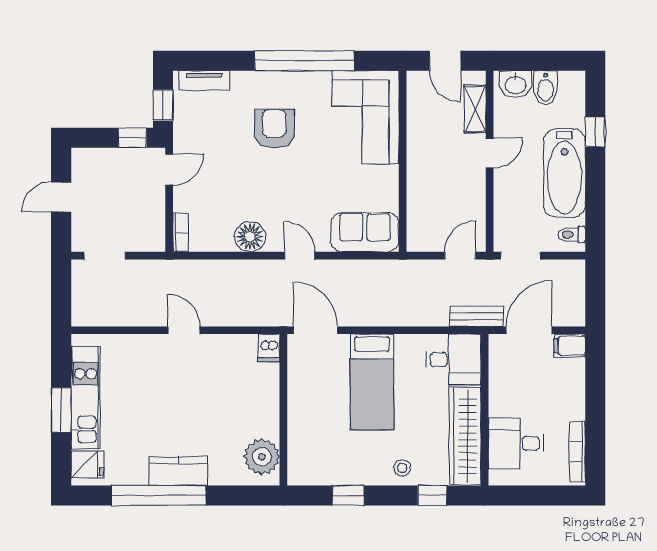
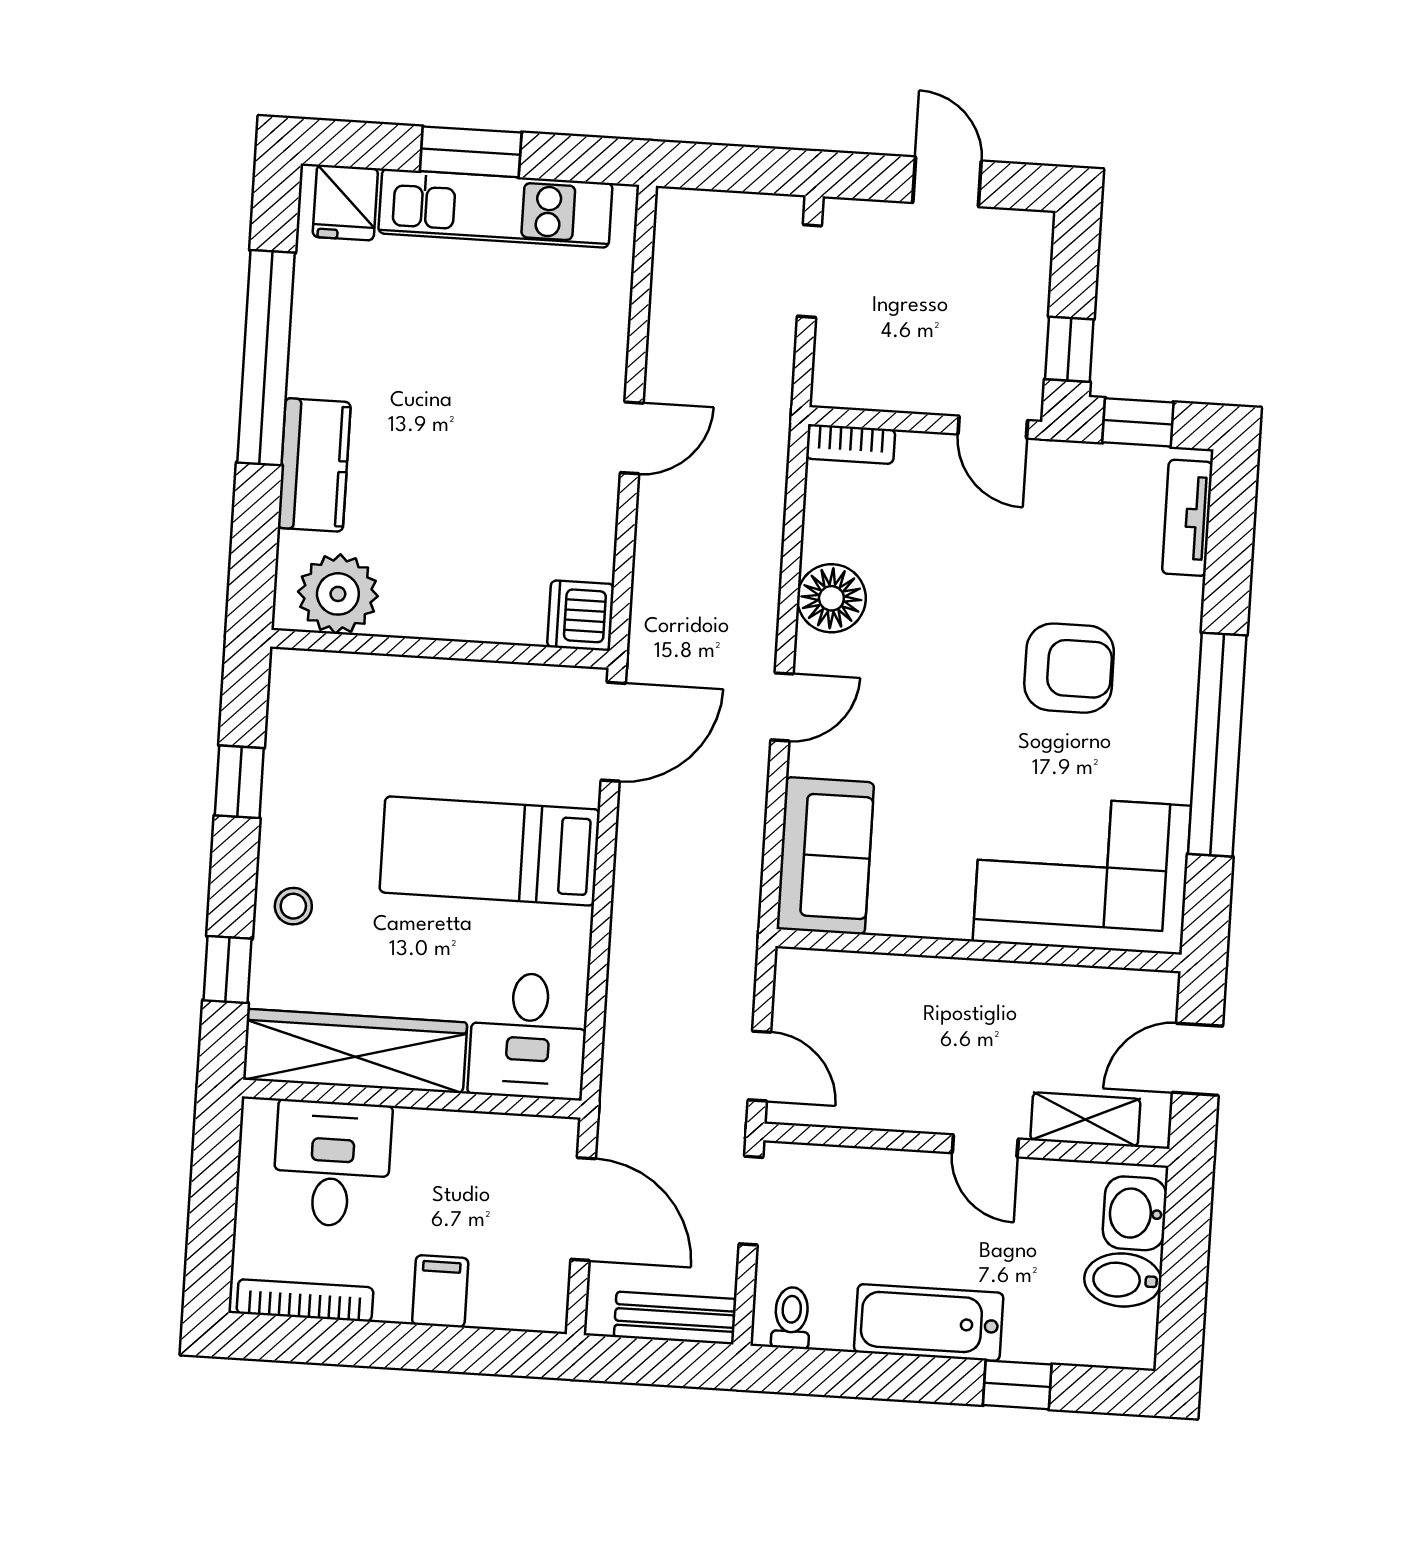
bathtub: (564, 173) -> (929, 1323), width x0.73, depth x0.73
bench: (476, 316) -> (675, 1318), moved, turned 90
filing cabinet: (570, 346) -> (440, 1291), moved
dishwasher: (269, 348) -> (581, 616), width x1.38
kitchen counter: (178, 471) -> (314, 465), moved

